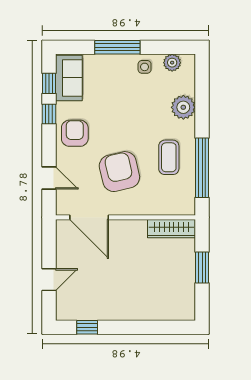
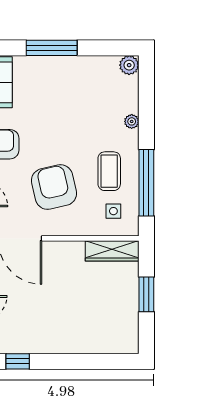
plant: (172, 63) -> (129, 65), moved
side table: (145, 67) -> (113, 211), moved
plant: (183, 107) -> (132, 121), width x0.53, depth x0.53

